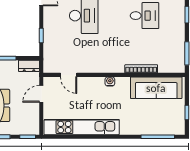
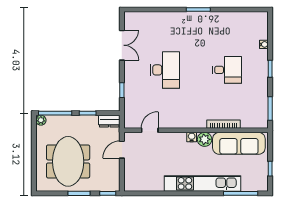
door: (69, 75) -> (150, 130), swing flipped
plant: (123, 84) -> (205, 139), added
kitchen unit: (82, 127) -> (202, 183), moved

